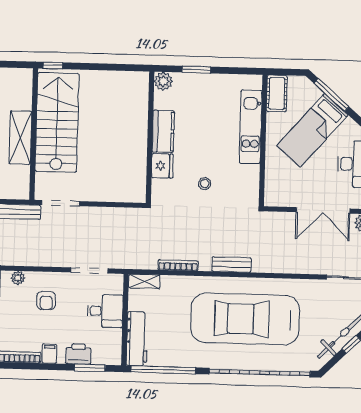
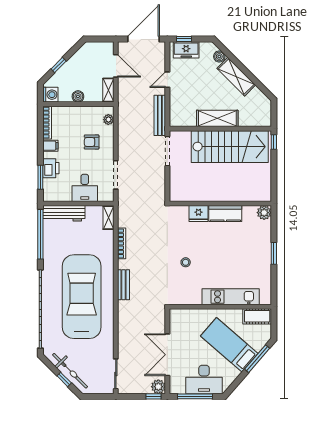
plant: (163, 81) -> (264, 213), moved
kitchen counter: (163, 131) -> (225, 214), moved
wall: (150, 137) -> (220, 203), moved
fridge: (162, 166) -> (198, 214), moved

